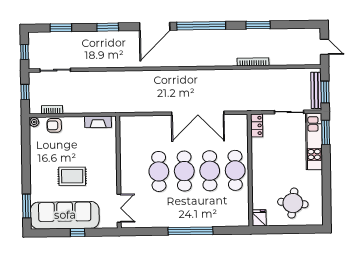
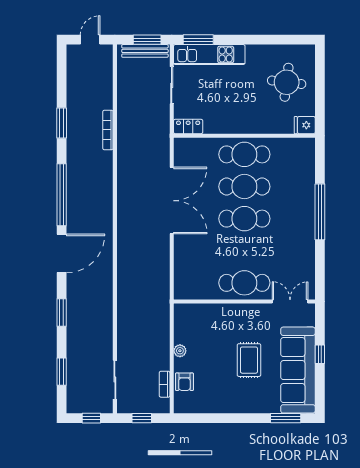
door: (155, 26) -> (62, 253), hinge flipped
plant: (34, 122) -> (180, 351), moved
fireplace: (98, 122) -> (181, 326), removed
cafe table: (159, 171) -> (244, 283), moved

